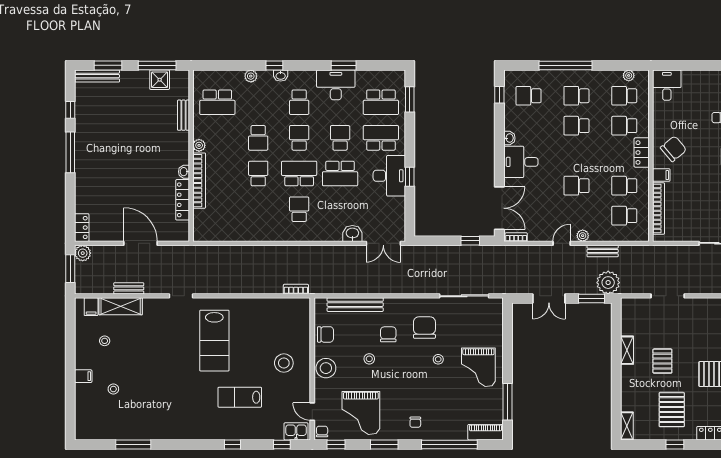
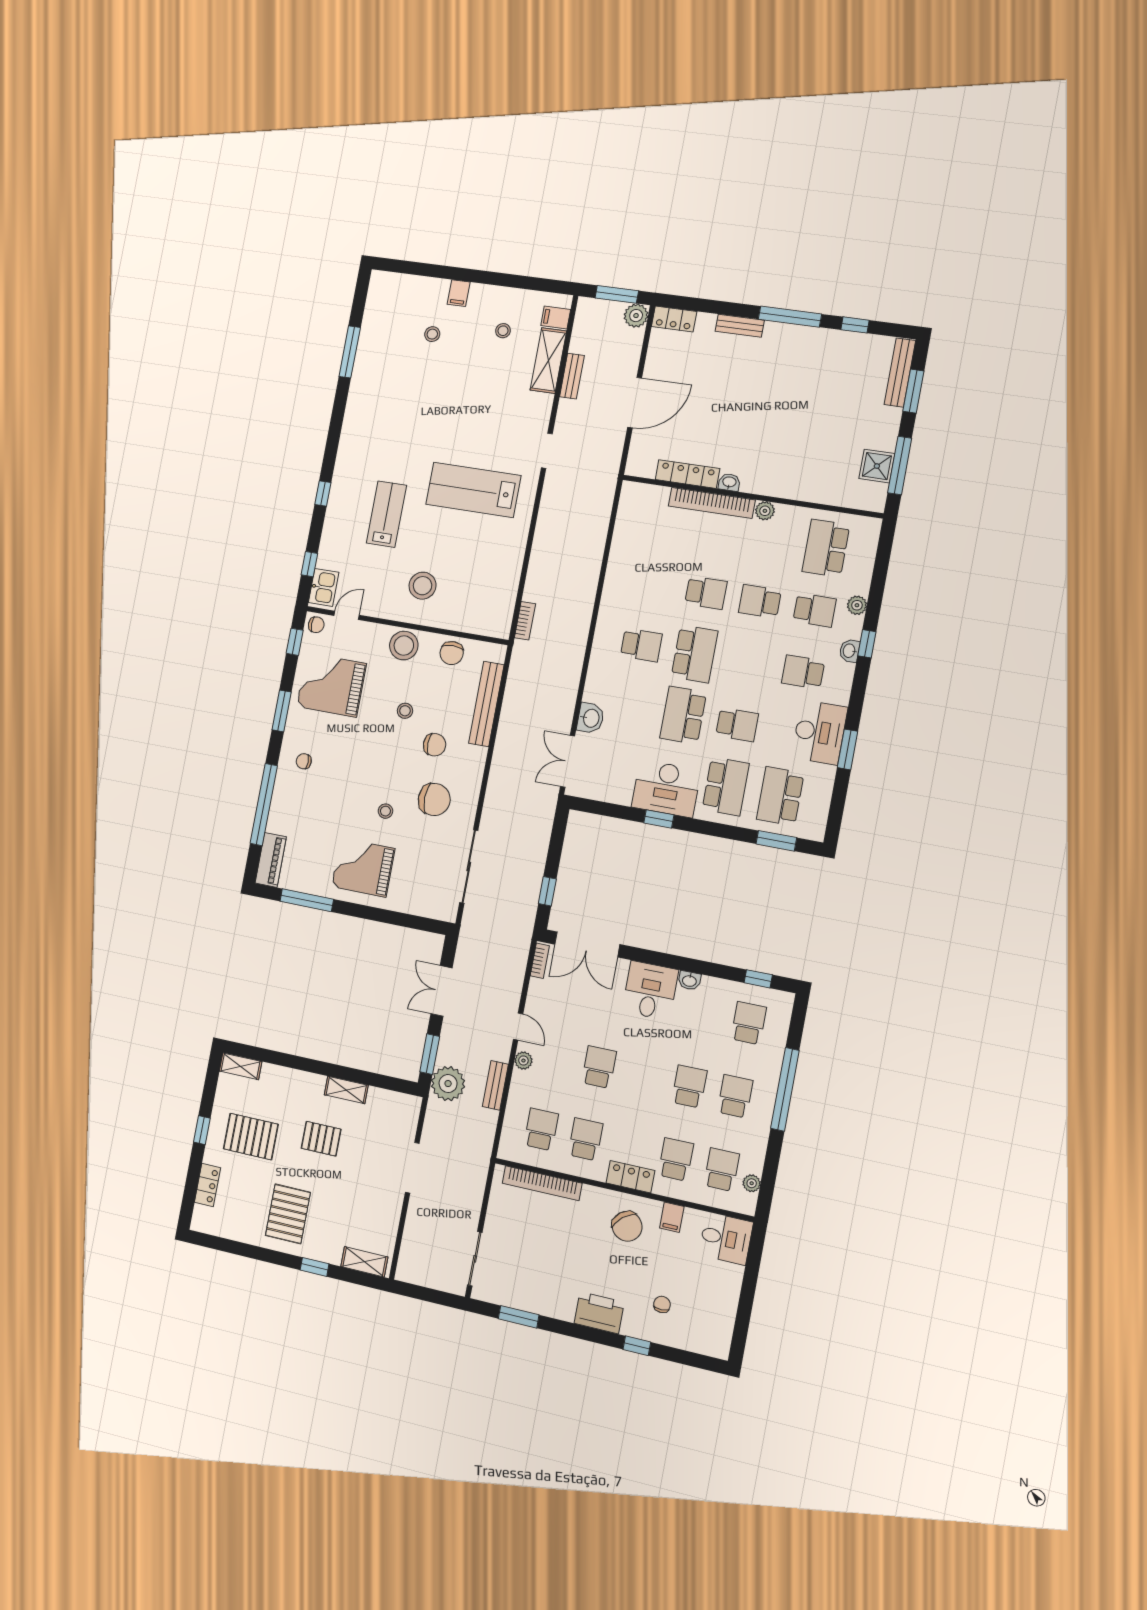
bench: (184, 115) -> (740, 326), moved
school desk: (299, 138) -> (815, 610), moved
filing cabinet: (661, 175) -> (672, 1217), moved

